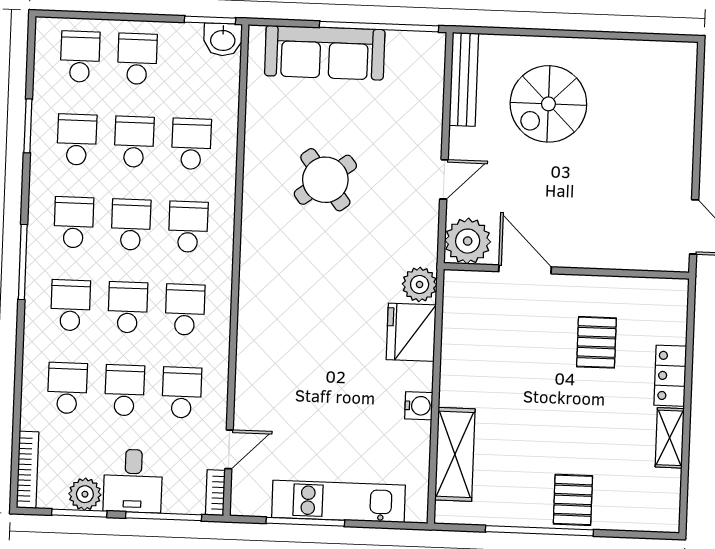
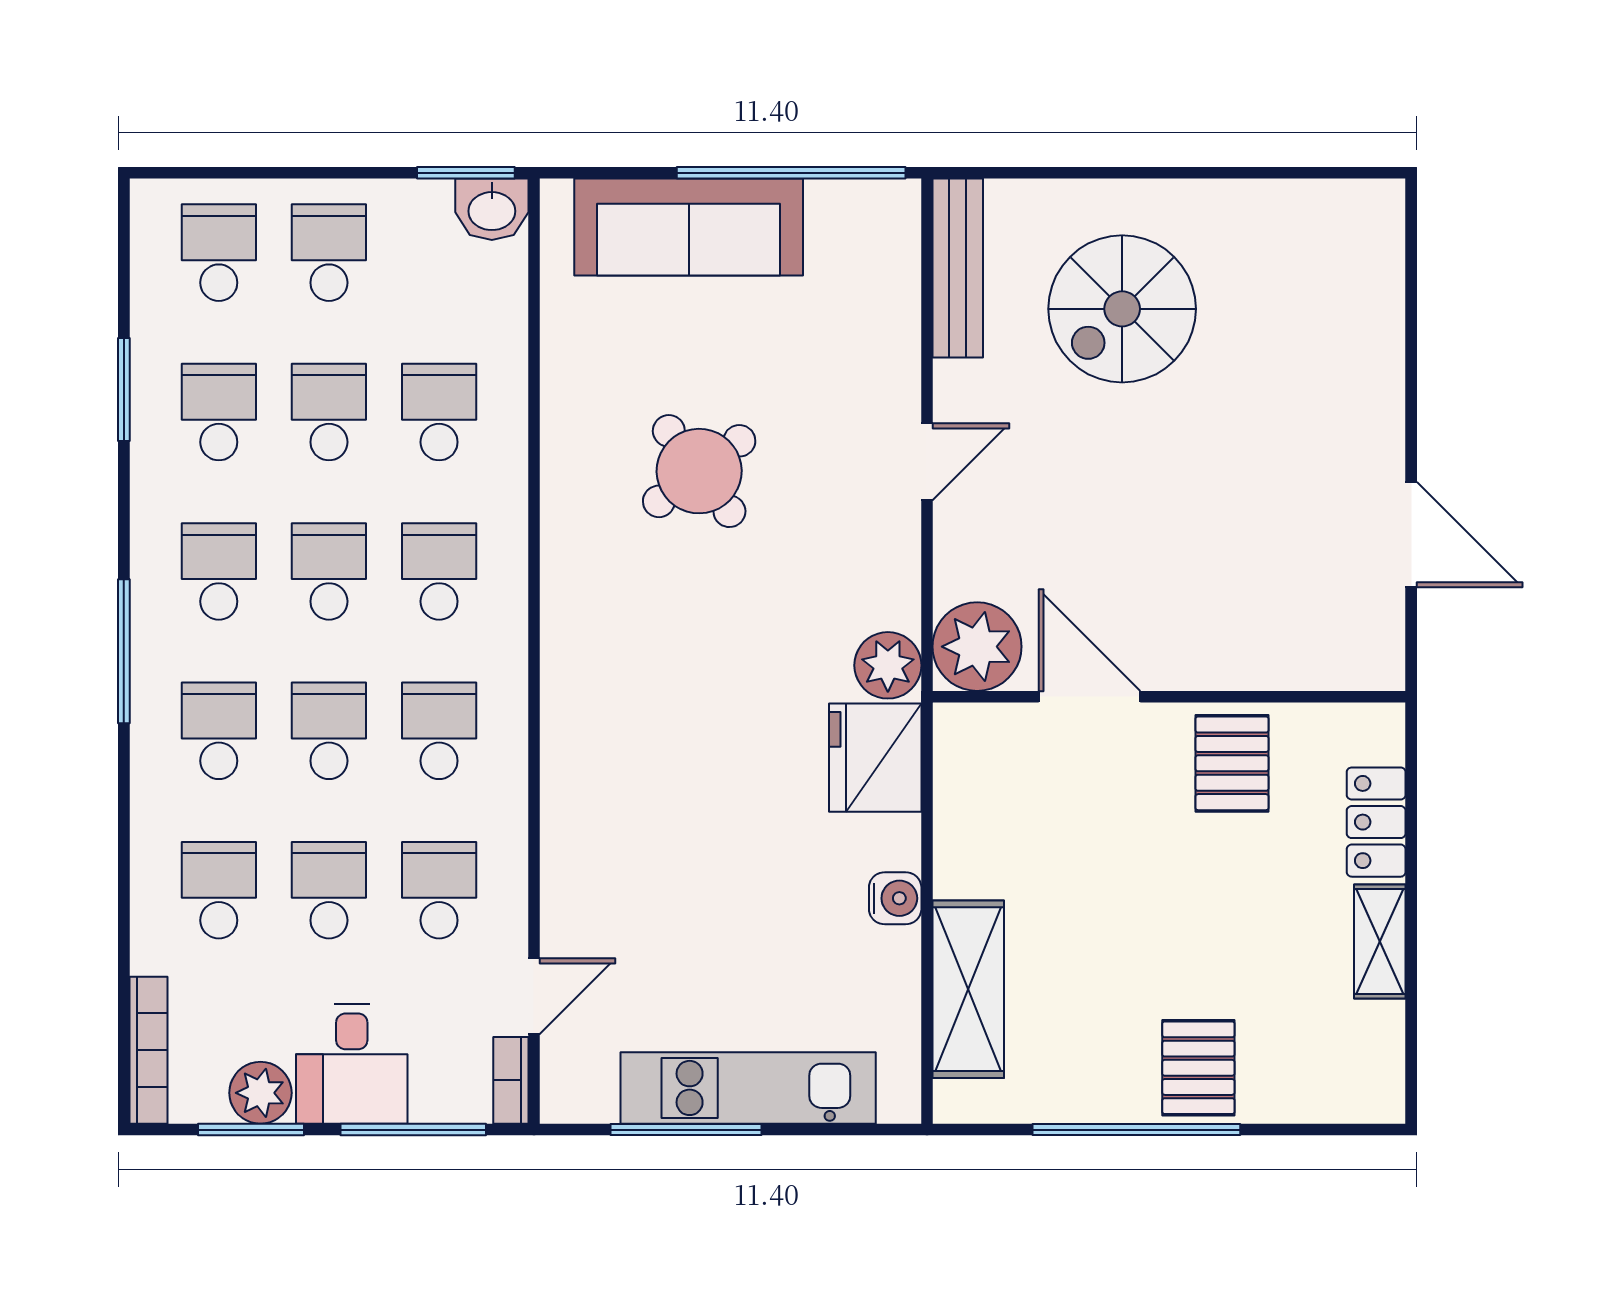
plant: (468, 241) -> (977, 647), moved
door: (525, 269) -> (1089, 697), moved
wall: (566, 271) -> (1169, 697), moved

